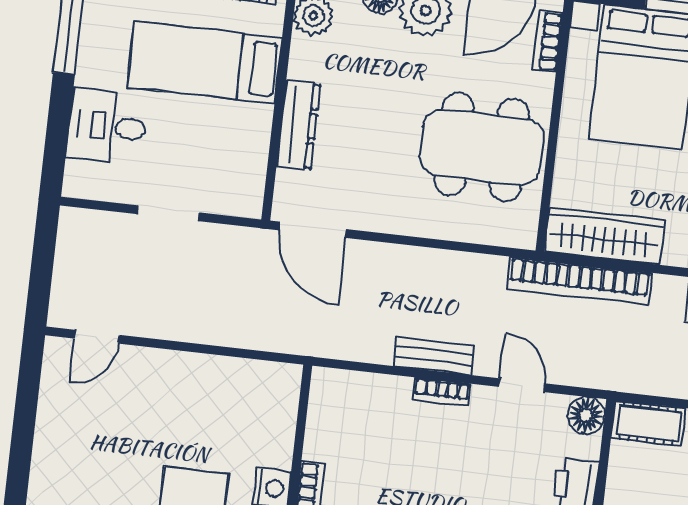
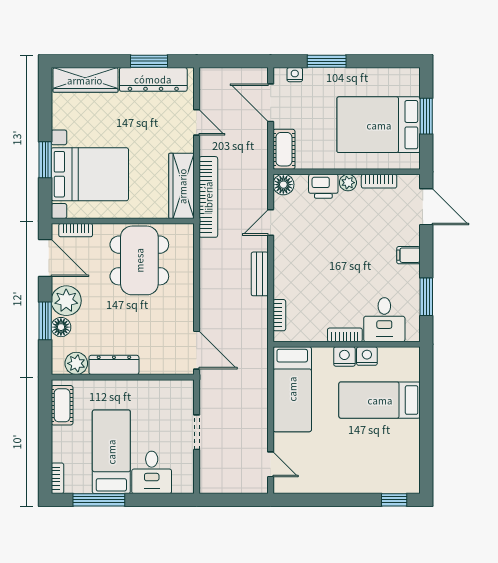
bed: (205, 62) -> (111, 452), moved, turned 180
dresser: (298, 125) -> (114, 365), moved
door: (313, 230) -> (197, 350), hinge flipped
bed: (225, 390) -> (292, 389), added
bookcase: (442, 392) -> (279, 315), moved

